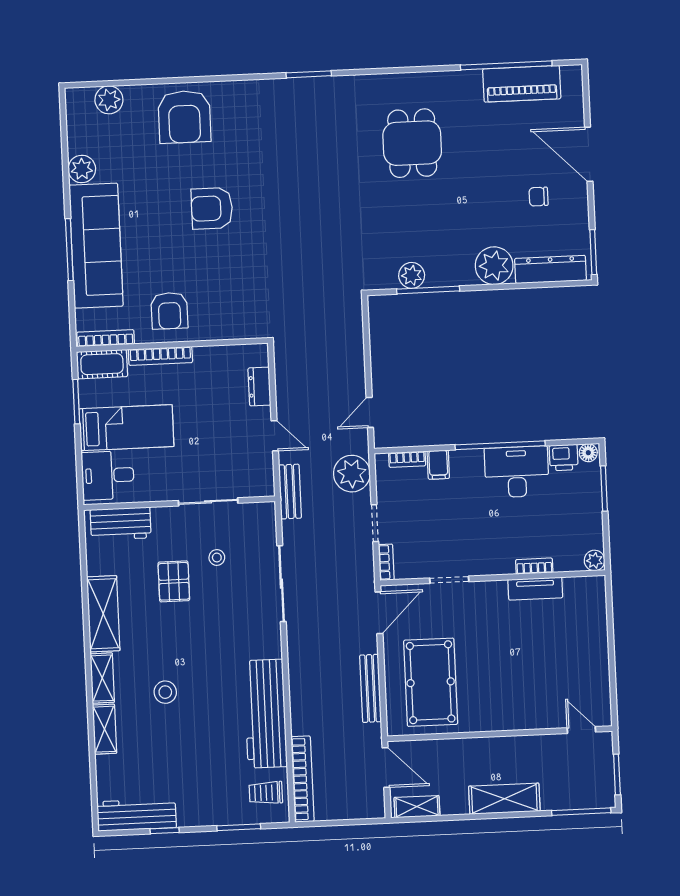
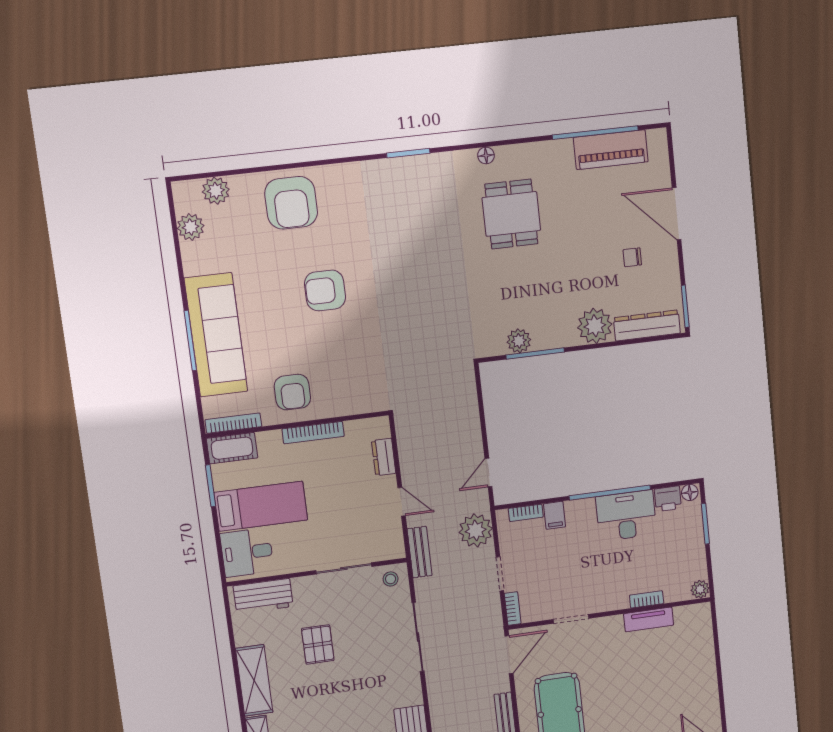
floor lamp: (390, 82) -> (486, 155), added
plant: (82, 169) -> (191, 227), moved
bookcase: (160, 356) -> (313, 433), moved
stool: (217, 558) -> (391, 579), moved

